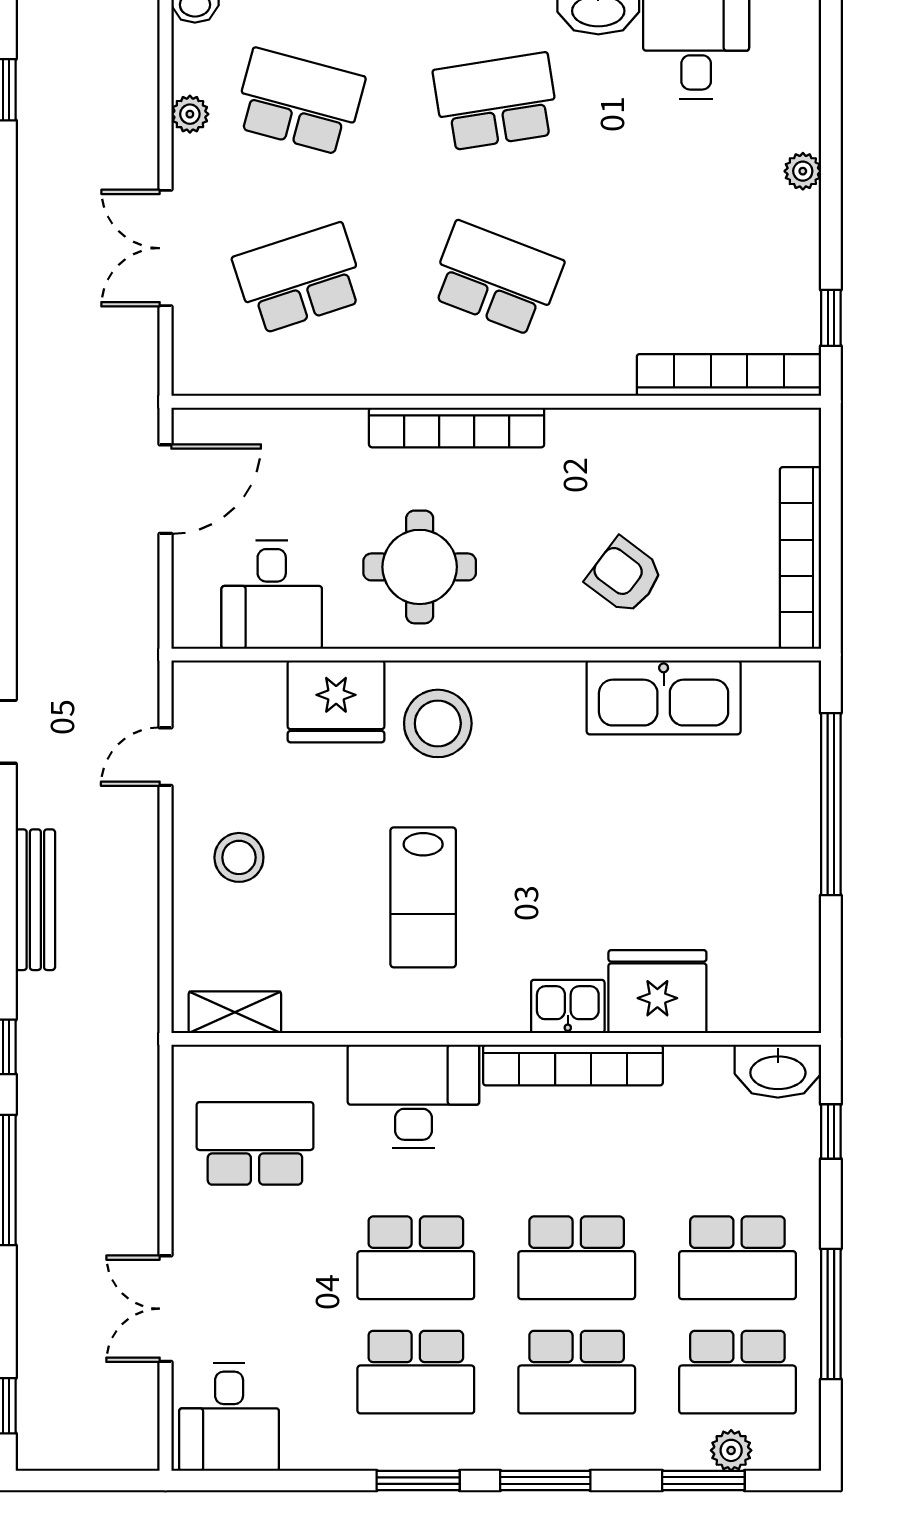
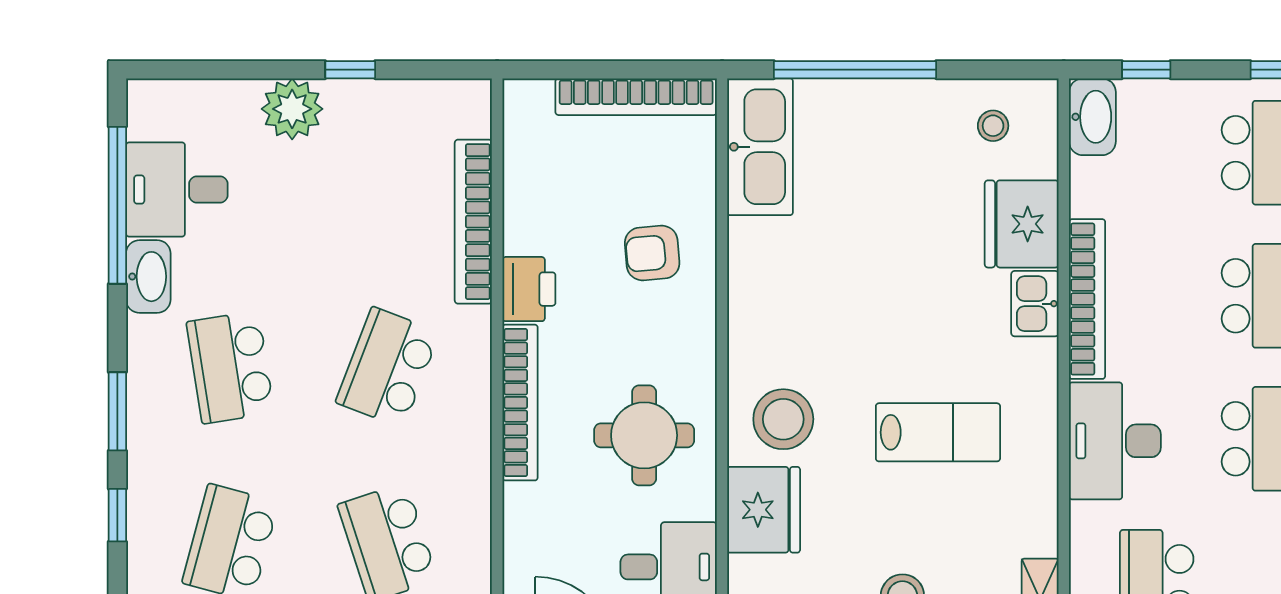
plant: (803, 171) -> (292, 109), width x1.88, depth x1.88
window: (831, 318) -> (350, 70), moved
bookcase: (729, 375) -> (473, 222), moved
printer: (584, 437) -> (529, 289), added
armchair: (625, 576) -> (652, 253), turned 48
kitchen sink: (664, 697) -> (760, 147), moved
stool: (768, 959) -> (993, 126), added

